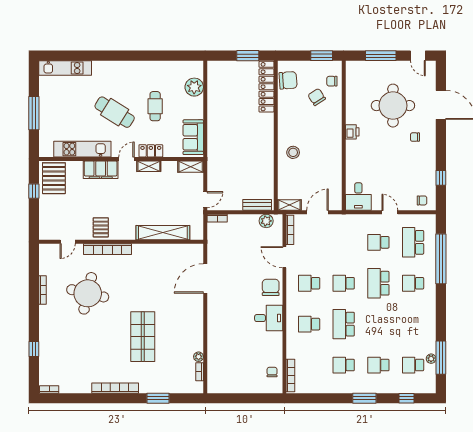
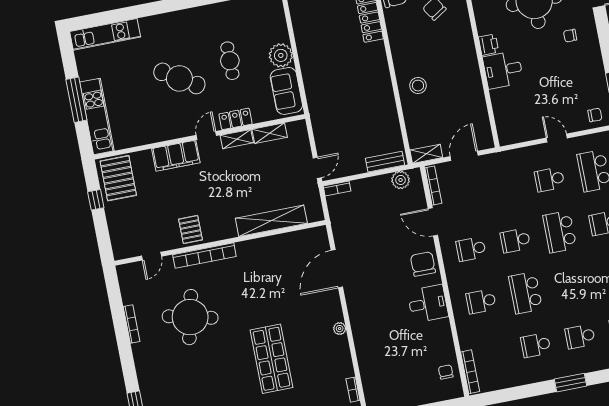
plant: (194, 87) -> (281, 55), moved
kitchen unit: (82, 149) -> (97, 116), moved, turned 90
shelving: (191, 167) -> (270, 133), moved
desk: (358, 196) -> (503, 70), moved, turned 90
plant: (199, 357) -> (340, 329), moved

